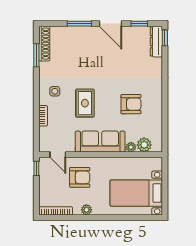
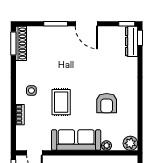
window: (139, 24) -> (127, 24), moved
window: (36, 55) -> (13, 43), moved
armchair: (131, 104) -> (107, 103), turned 90
plant: (144, 145) -> (130, 143), moved

